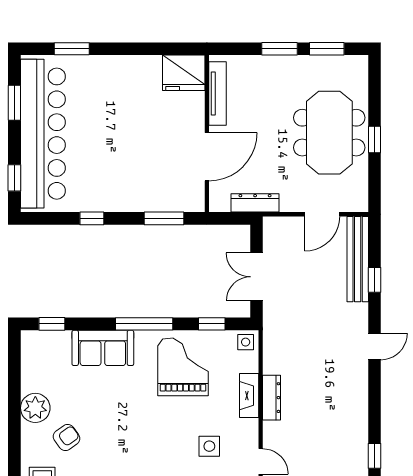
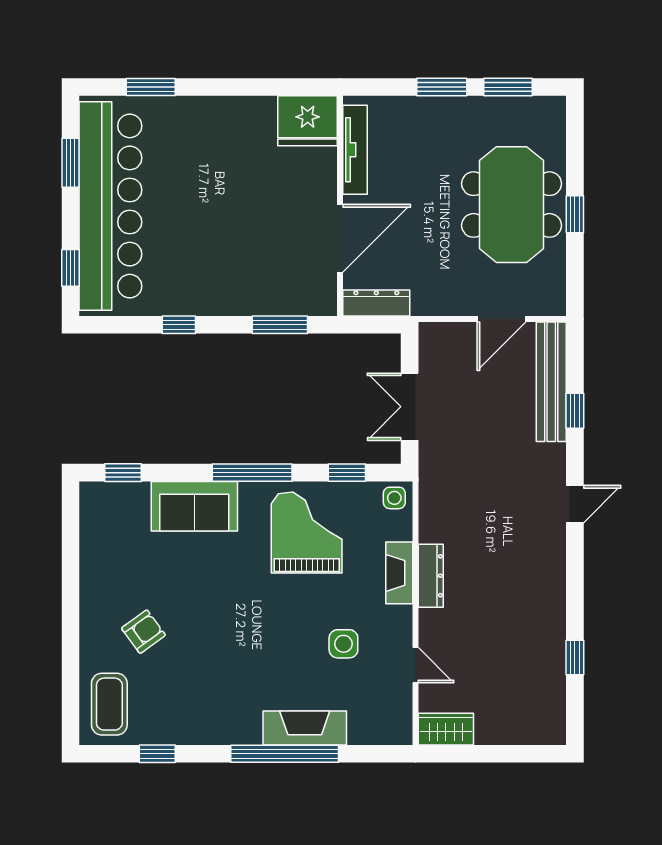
dresser: (255, 203) -> (376, 303), moved
plant: (35, 408) -> (100, 590), removed

